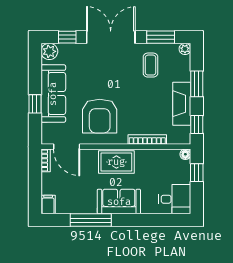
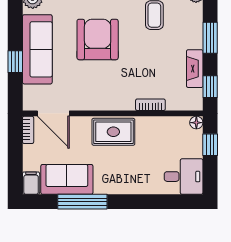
fireplace: (182, 104) -> (195, 69), width x0.73, depth x0.76
armchair: (100, 116) -> (98, 39), moved, turned 180
bookcase: (147, 140) -> (150, 105), width x0.64
sofa: (119, 202) -> (67, 179), moved

